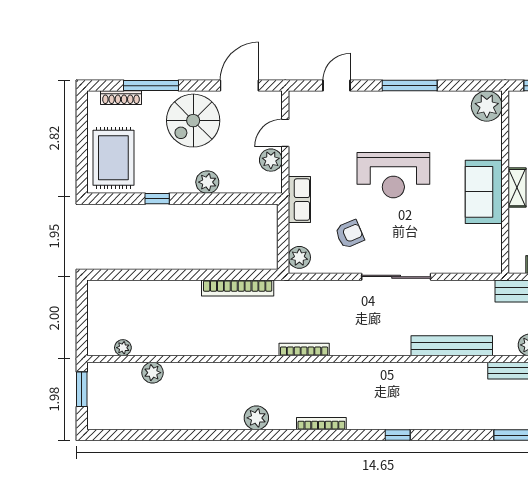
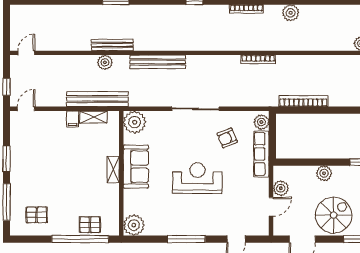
row of seats: (299, 200) -> (261, 154), width x1.48
plant: (486, 257) -> (135, 122), added

